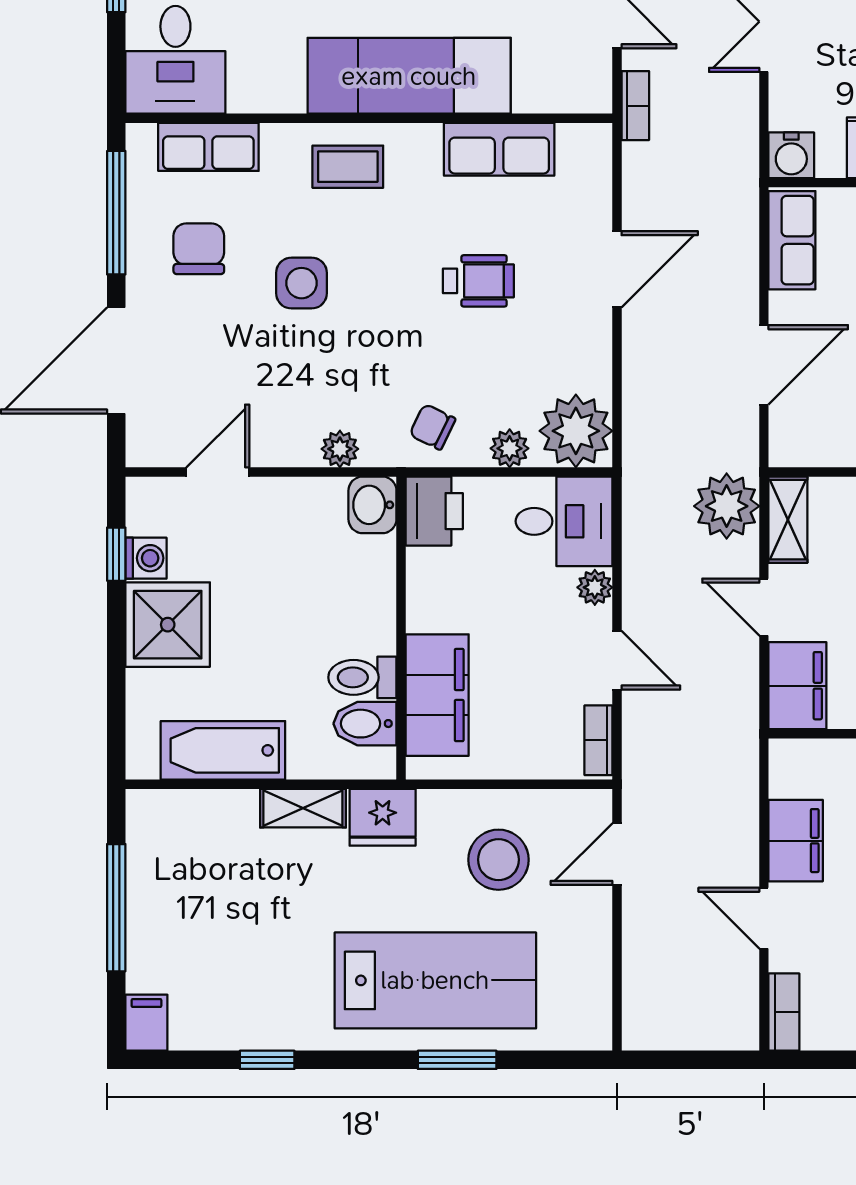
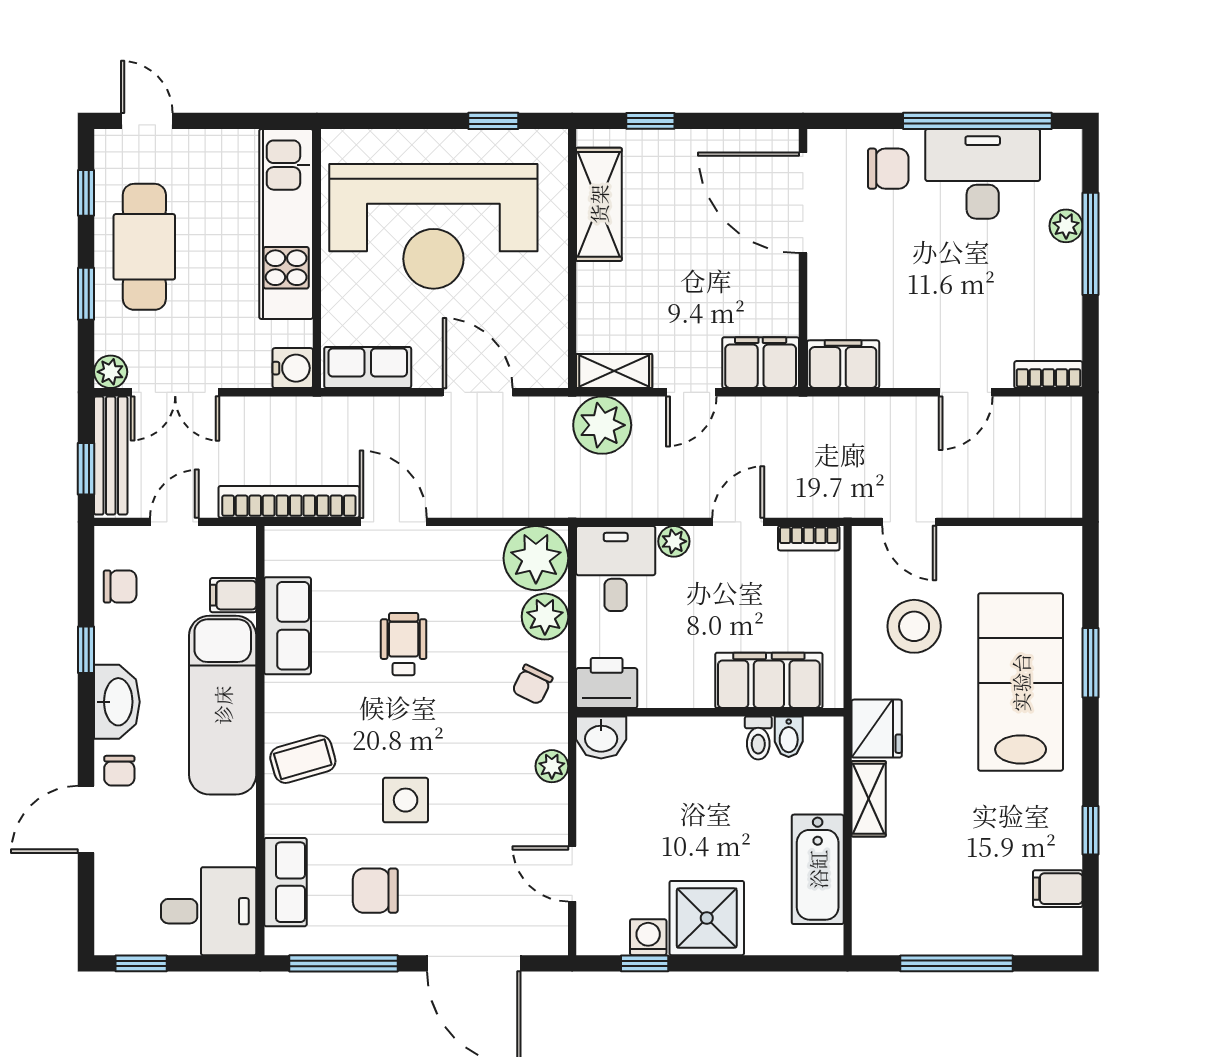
filing cabinet: (534, 88) -> (233, 595), added
bookcase: (635, 106) -> (289, 502), width x2.31, depth x1.31
coffee table: (348, 167) -> (303, 759), turned 74
plant: (510, 448) -> (545, 617), width x1.38, depth x1.38
toilet: (362, 677) -> (758, 738), width x0.73, depth x0.72
bidet: (365, 724) -> (789, 737), width x0.72, depth x0.74
filing cabinet: (796, 841) -> (843, 364), moved
filing cabinet: (146, 1023) -> (1058, 889), moved

